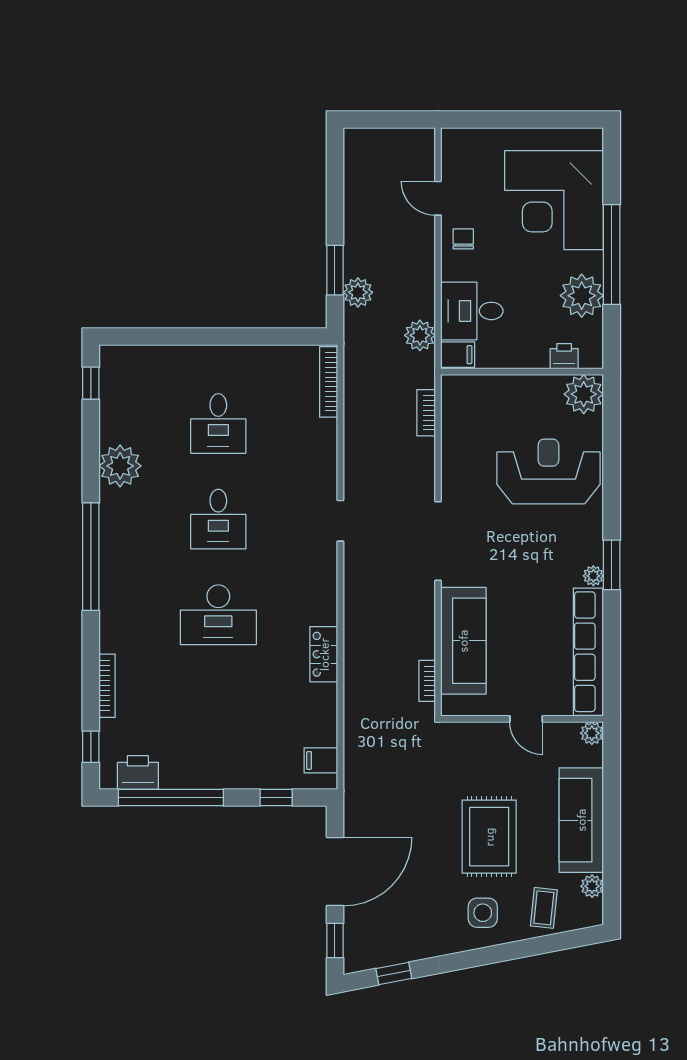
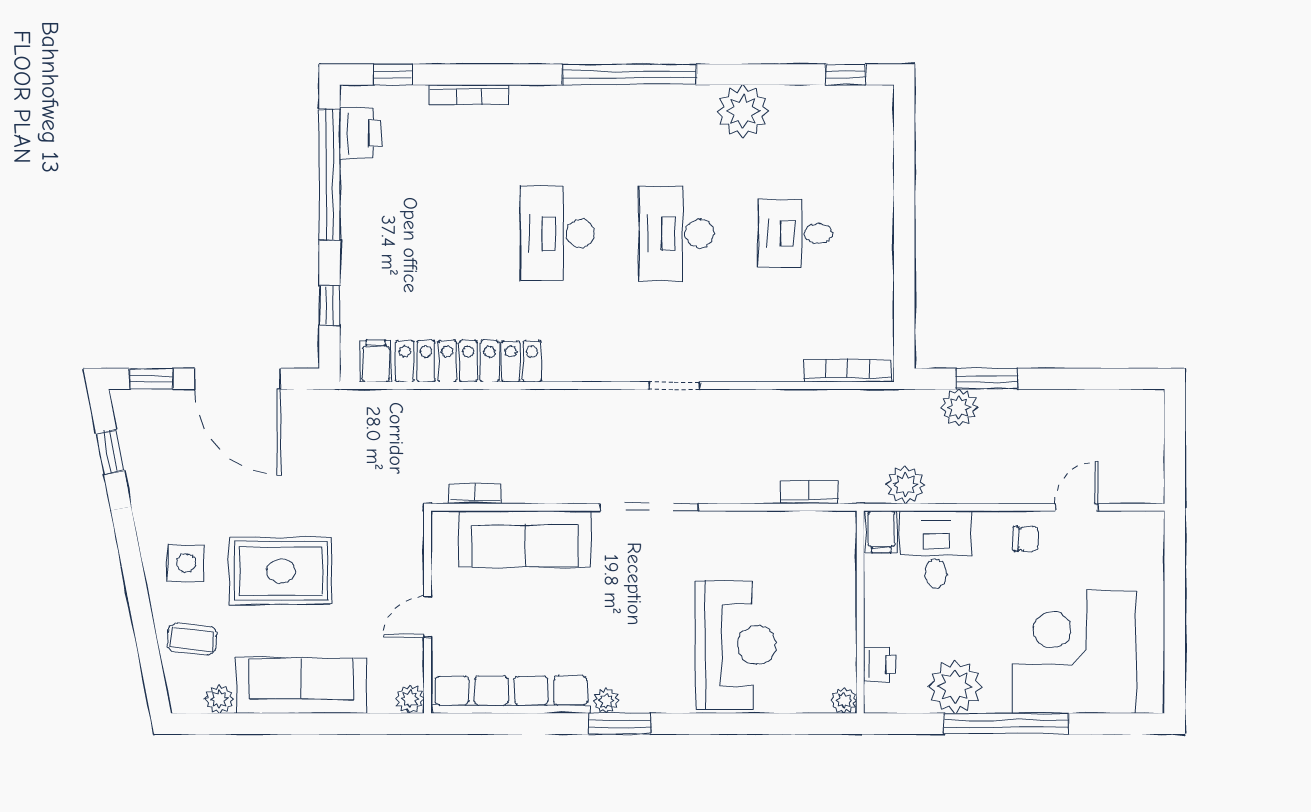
plant: (584, 394) -> (844, 700), width x0.53, depth x0.53
desk: (218, 519) -> (676, 233), width x1.37
locker: (324, 654) -> (468, 361), width x2.16, depth x1.21

